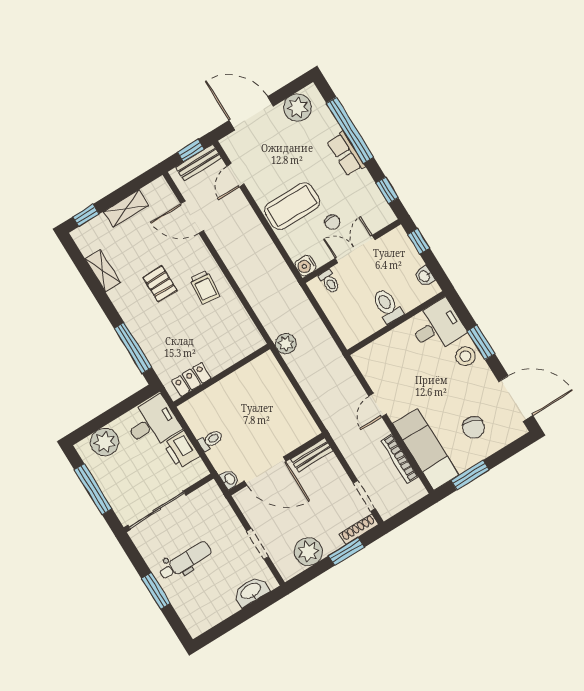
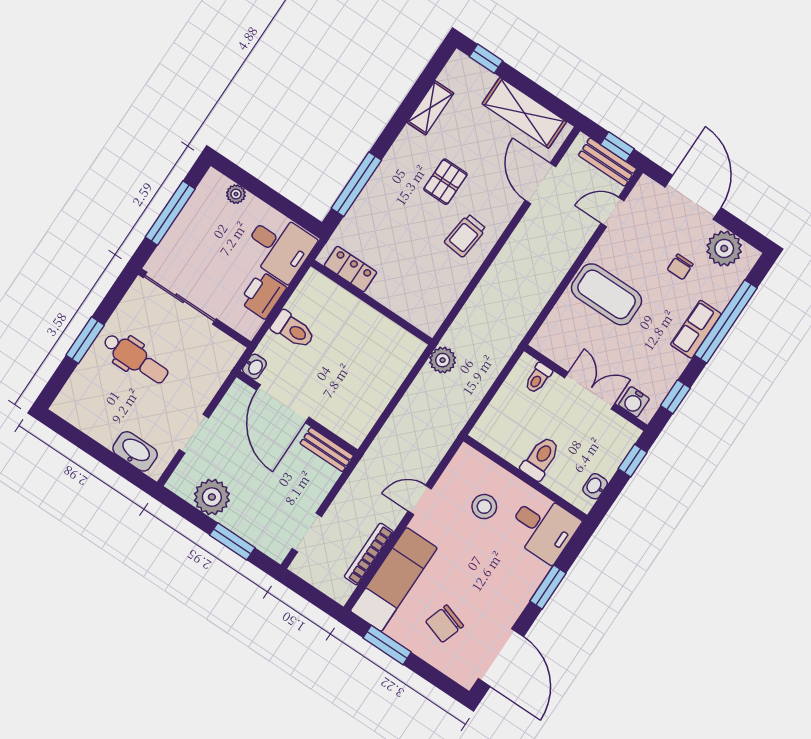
shelving: (126, 209) -> (524, 113), width x1.50, depth x1.33
chair: (332, 222) -> (680, 267), moved
water cooler: (305, 266) -> (634, 402), moved, turned -90
stool: (465, 356) -> (484, 507), moved
toilet: (211, 440) -> (293, 330), width x1.37, depth x1.39
plant: (105, 442) -> (236, 194), width x0.53, depth x0.53
shoe rack: (359, 529) -> (265, 544), removed

